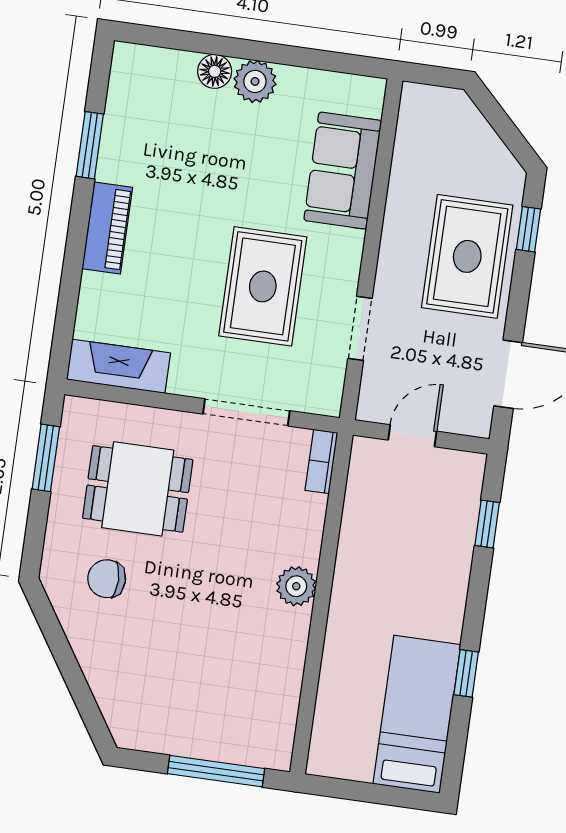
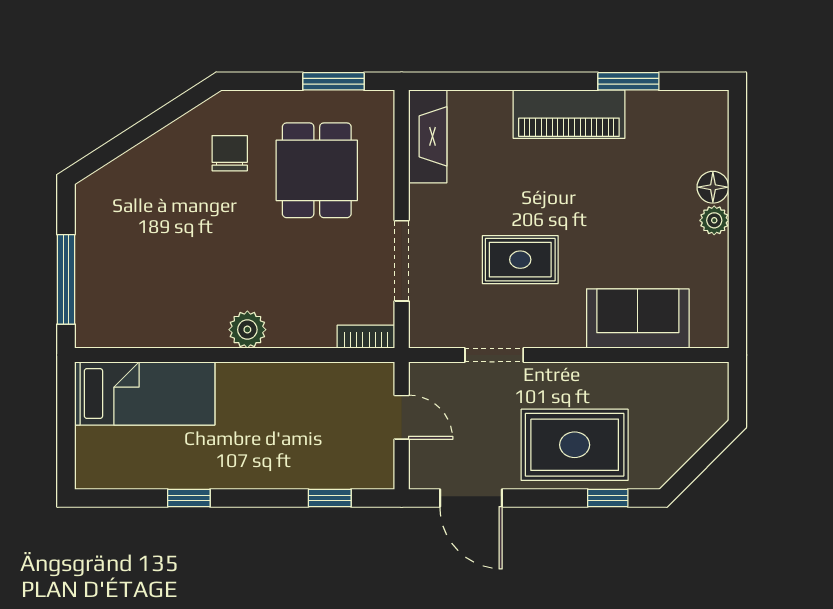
plant: (255, 81) -> (714, 220), width x0.73, depth x0.73
piano: (107, 228) -> (569, 114), width x1.37, depth x1.33
rug: (263, 286) -> (520, 260), width x0.73, depth x0.70
bed: (417, 714) -> (145, 393), moved

